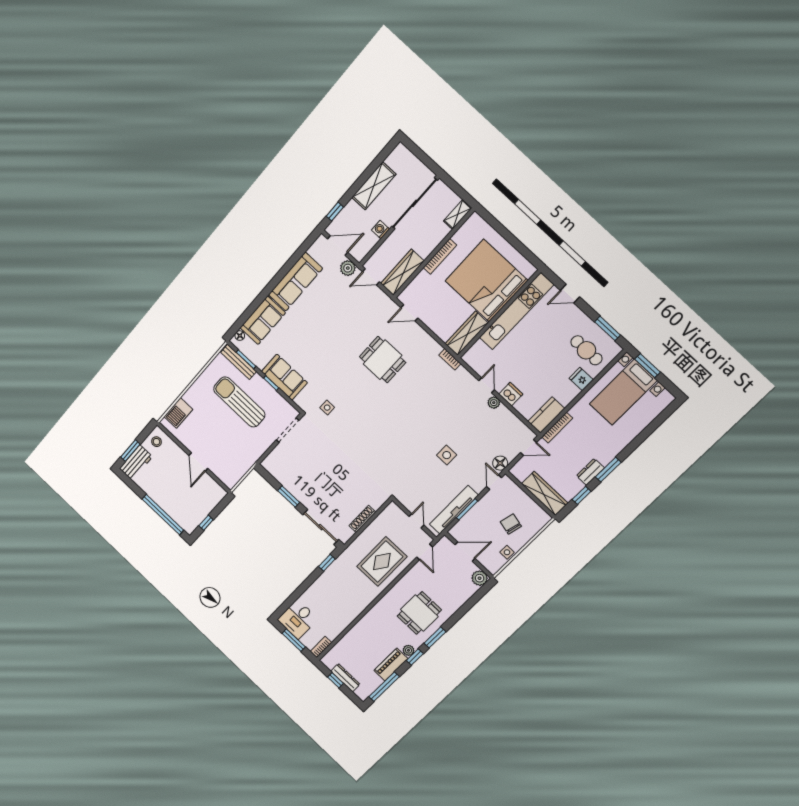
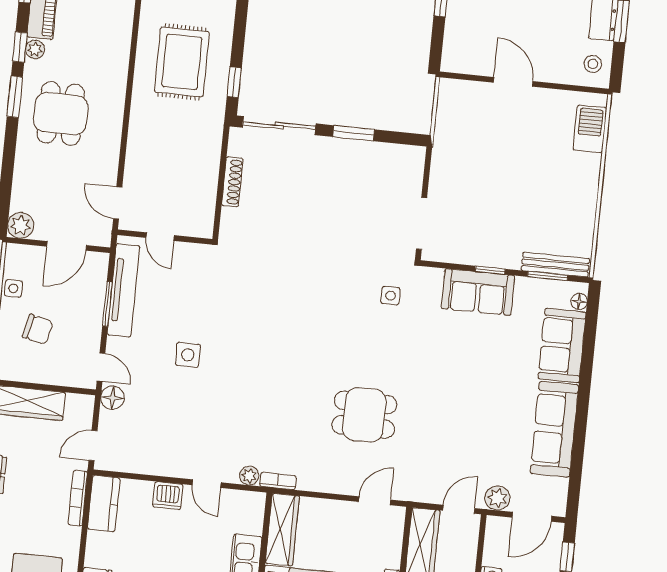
sun lounger: (239, 402) -> (515, 211), removed
plant: (494, 403) -> (249, 476), moved
rug: (382, 562) -> (182, 62), moved

